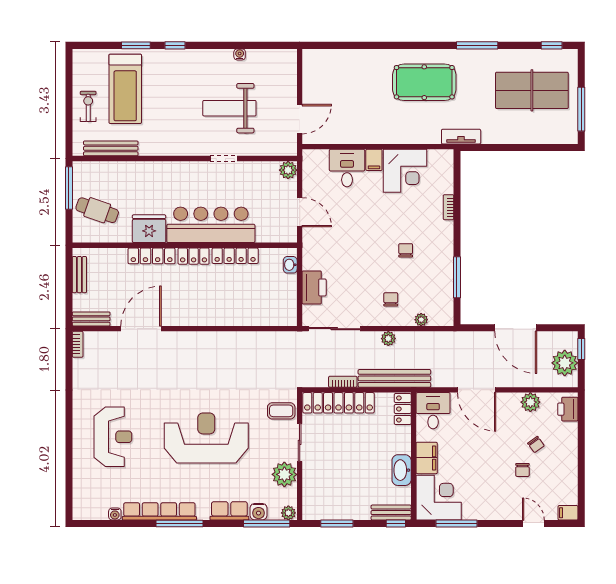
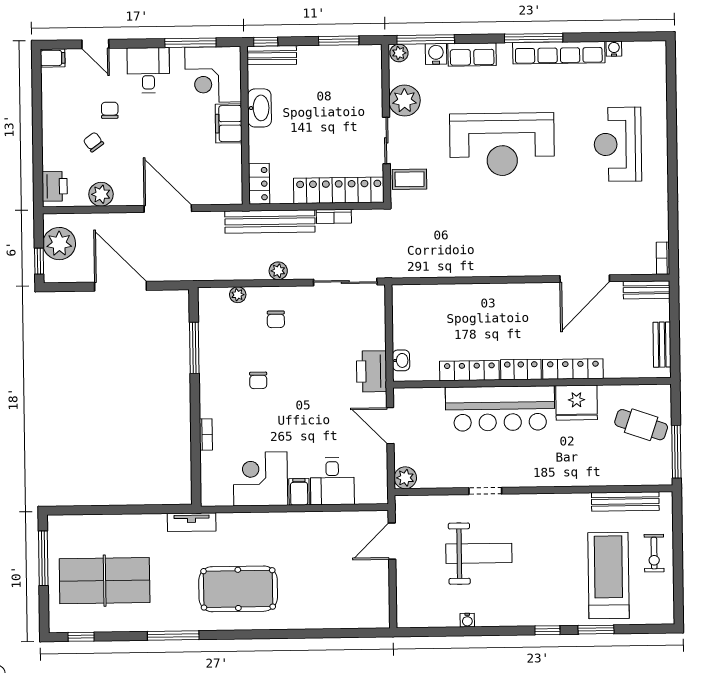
printer: (314, 287) -> (372, 371), moved
desk: (433, 411) -> (148, 70), moved, turned 180

